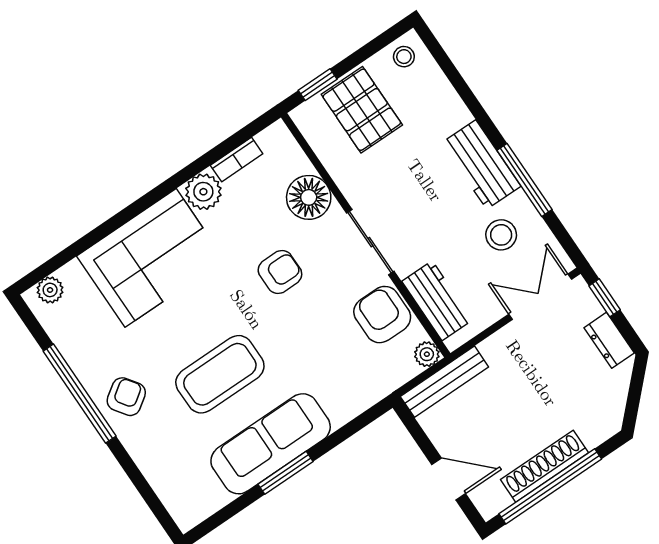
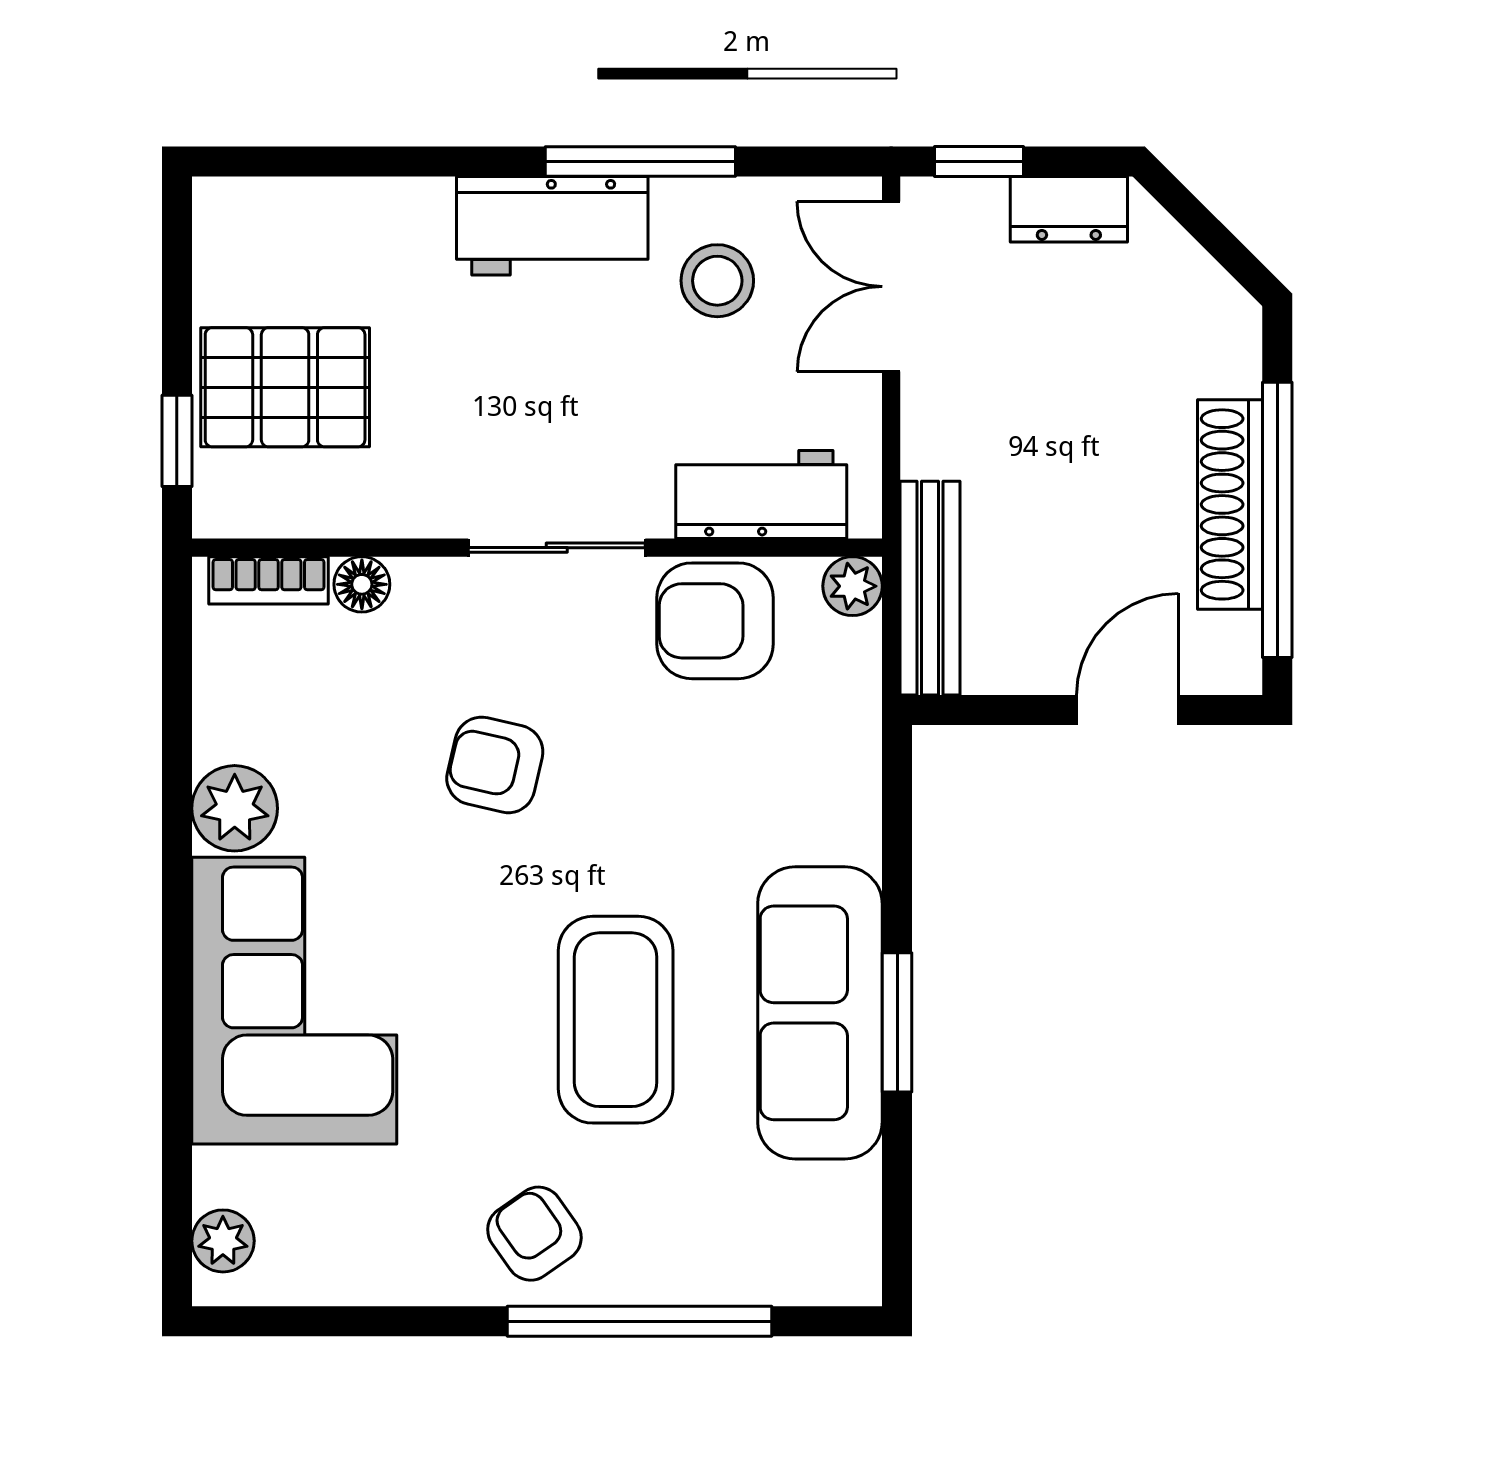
stool: (404, 57) -> (237, 234), removed
bookcase: (237, 159) -> (269, 580), moved, turned 90
floor lamp: (309, 197) -> (362, 584), width x0.53, depth x0.53
armchair: (280, 272) -> (495, 765), turned -77
window: (80, 394) -> (640, 1321), moved

